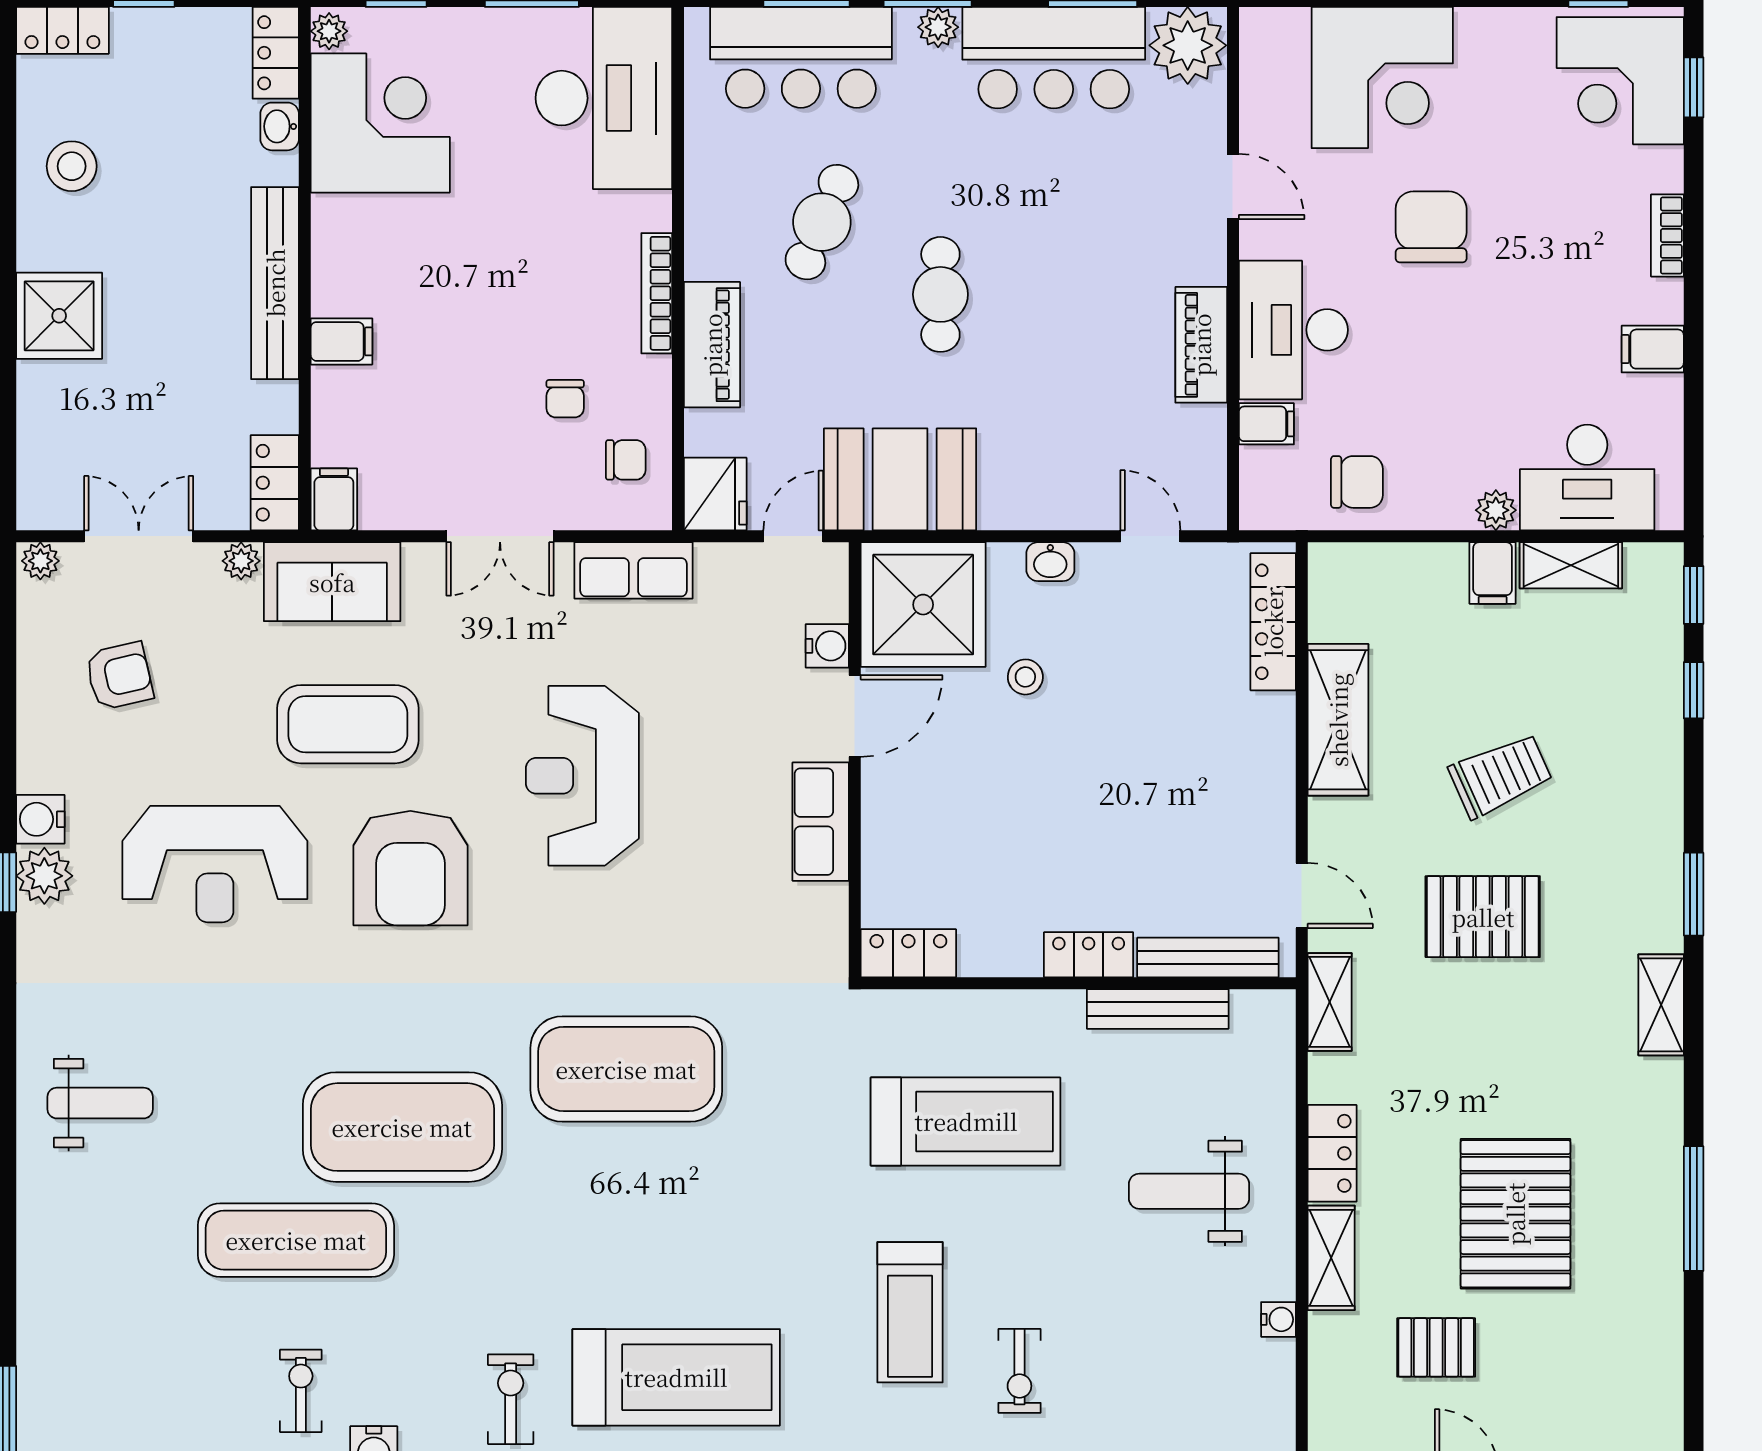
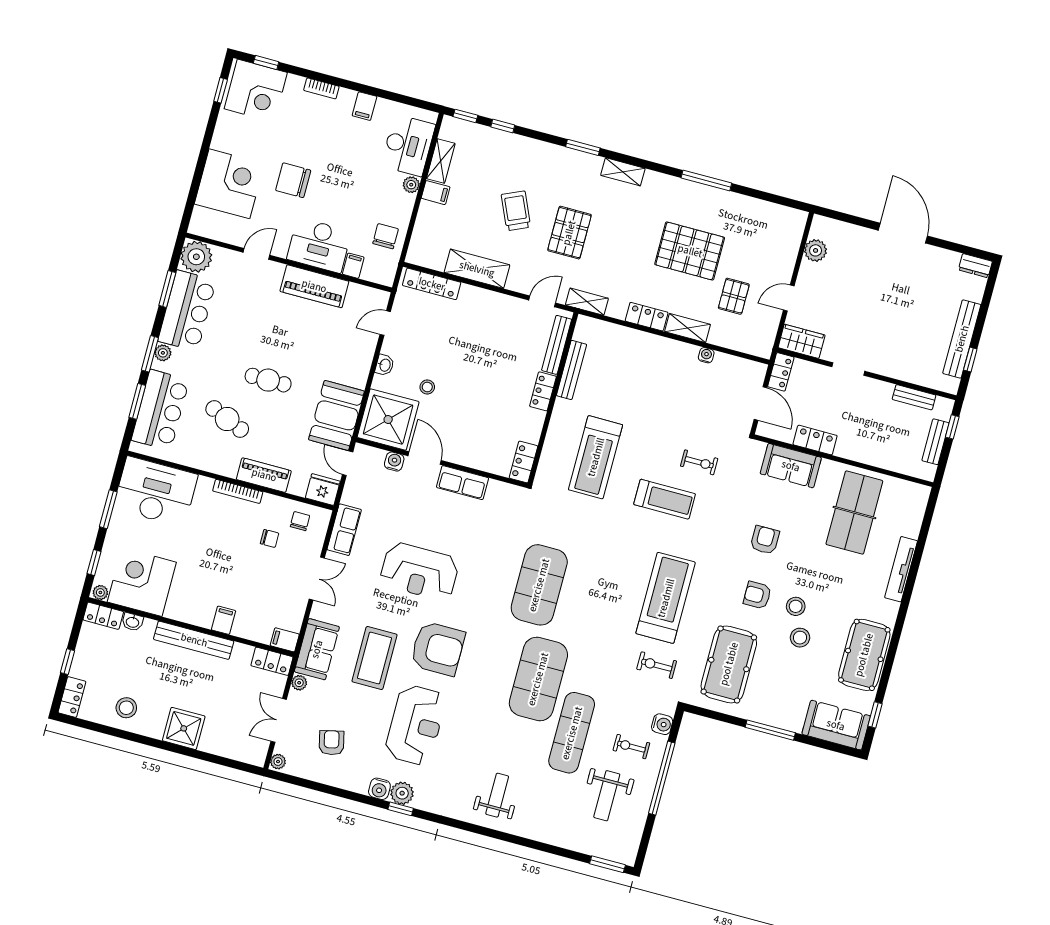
piano: (1201, 345) -> (314, 286), width x1.37, depth x1.33
treadmill: (966, 1121) -> (596, 457), turned 180
weight bench: (1189, 1191) -> (607, 796), moved

